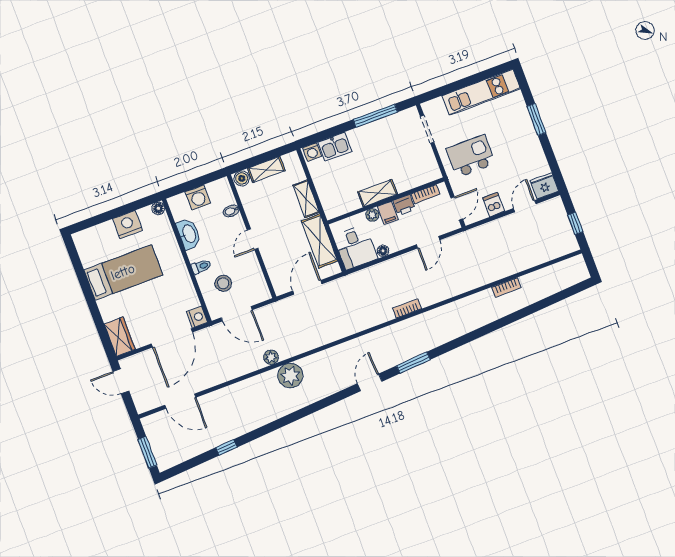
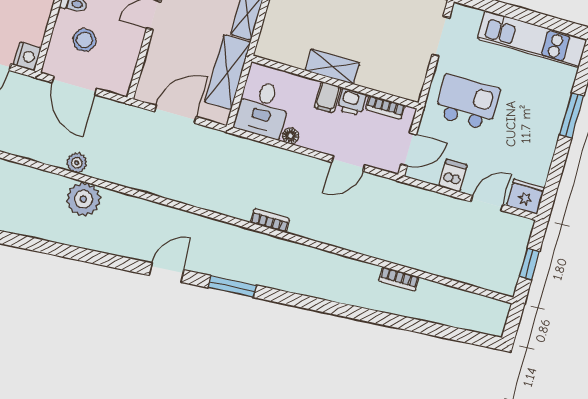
plant: (372, 215) -> (308, 87), removed

